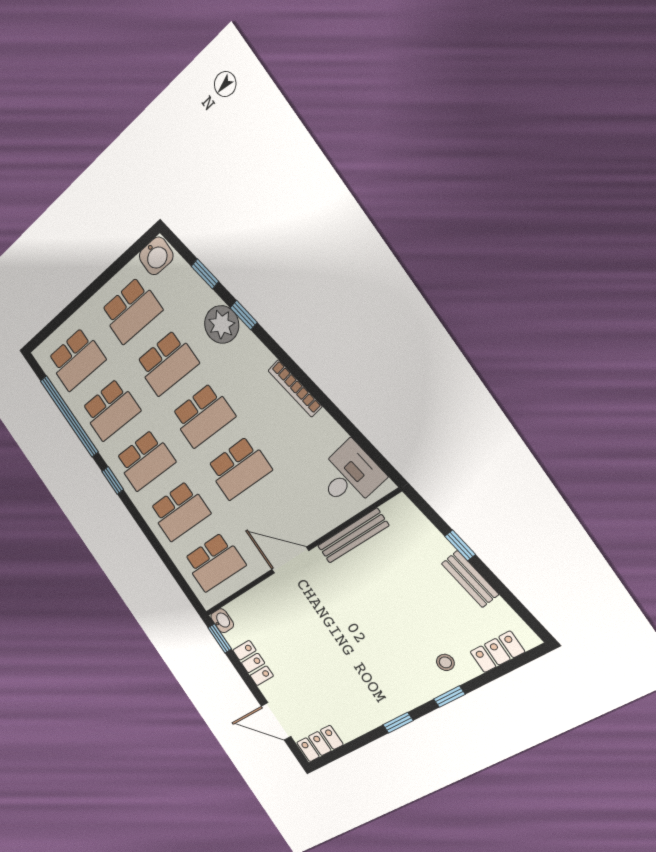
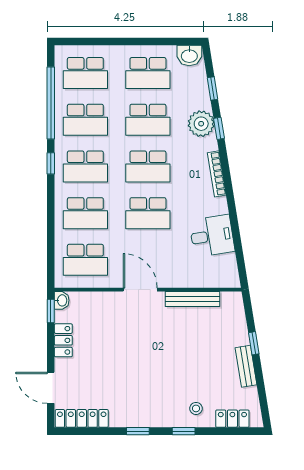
bookcase: (295, 388) -> (217, 174), moved
desk: (350, 476) -> (212, 236), moved
locker: (320, 744) -> (82, 418), width x1.53

